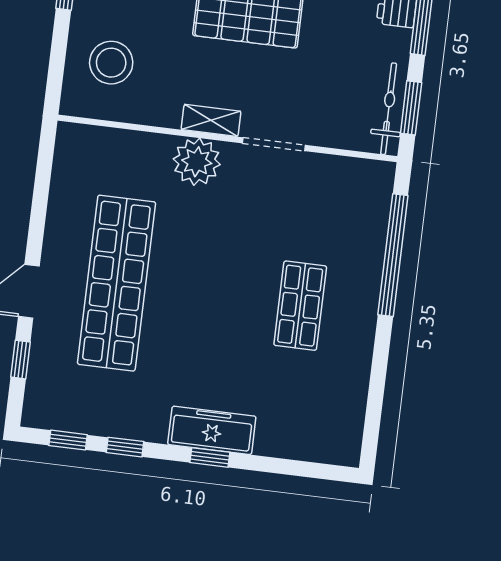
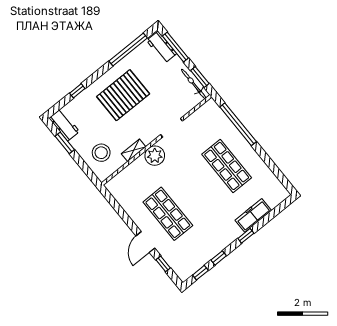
shelving: (211, 120) -> (134, 150), moved
shop shelf: (116, 283) -> (168, 214), width x0.71
shop shelf: (300, 306) -> (227, 166), width x1.43, depth x1.36
freezer: (212, 430) -> (253, 215), moved

